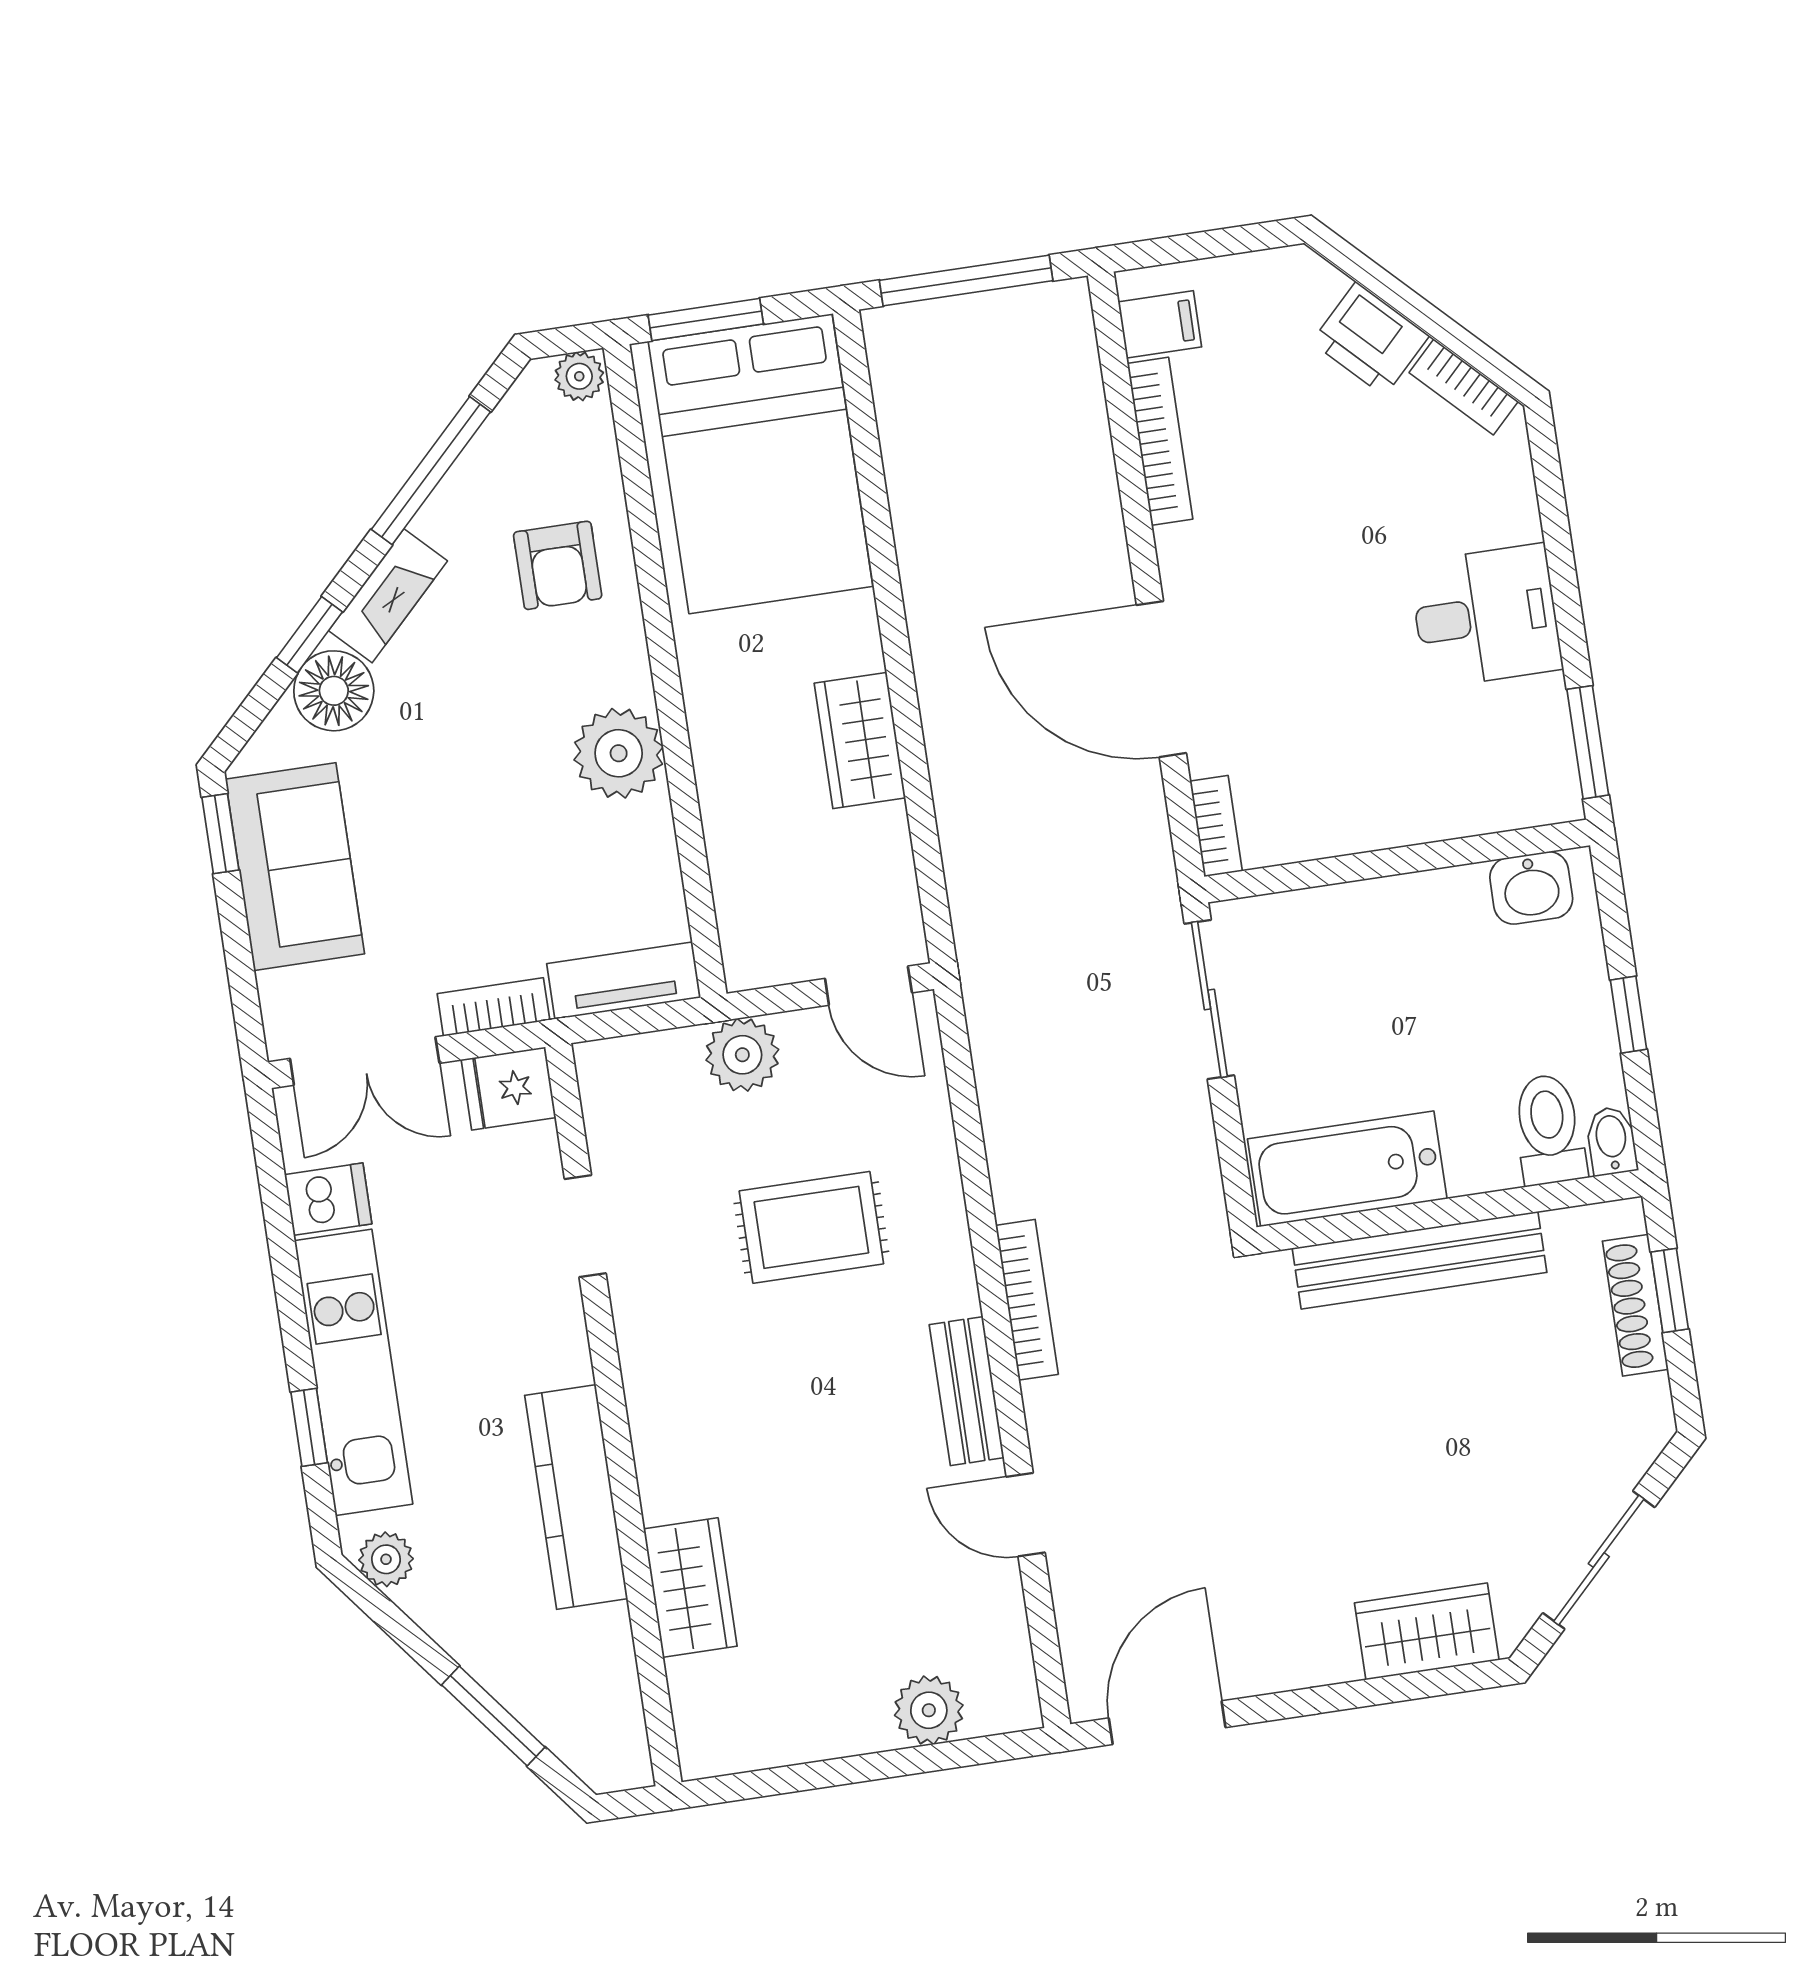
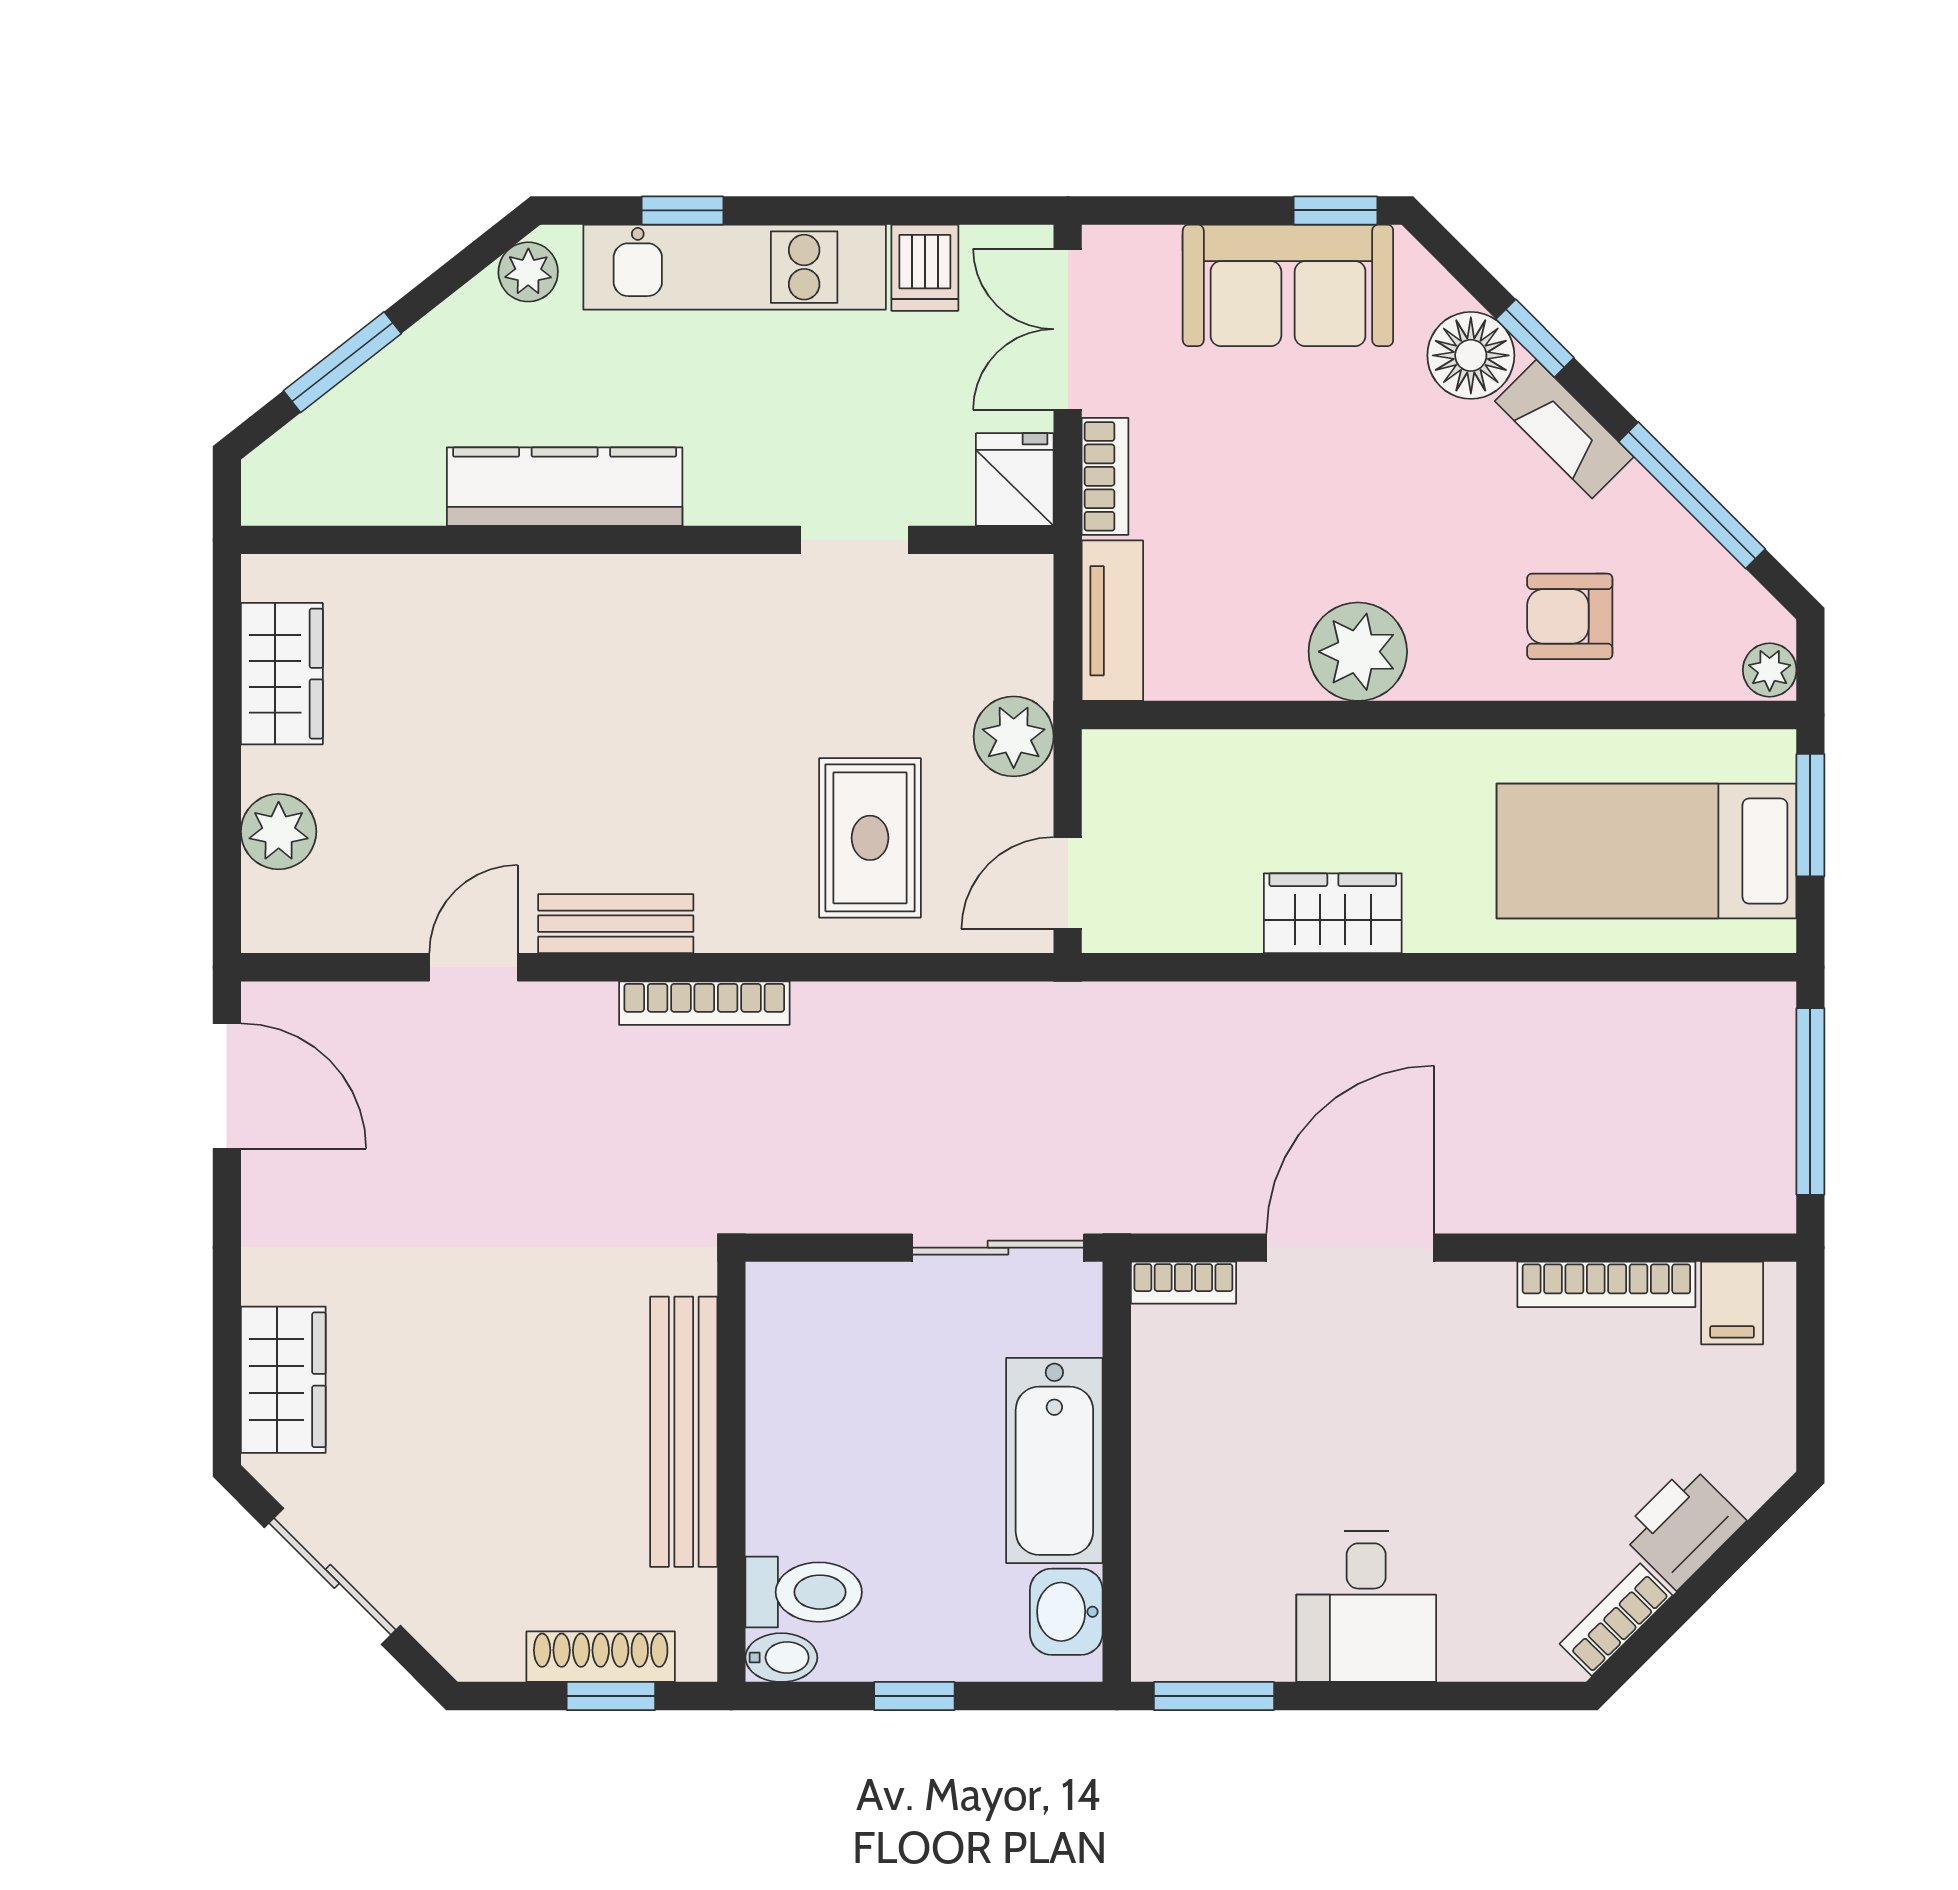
bed: (761, 464) -> (1646, 851), width x0.67
bathtub: (1347, 1169) -> (1054, 1460), moved, turned 180
rug: (811, 1227) -> (870, 838), moved
wardrobe: (690, 1588) -> (282, 674), moved, turned -90

